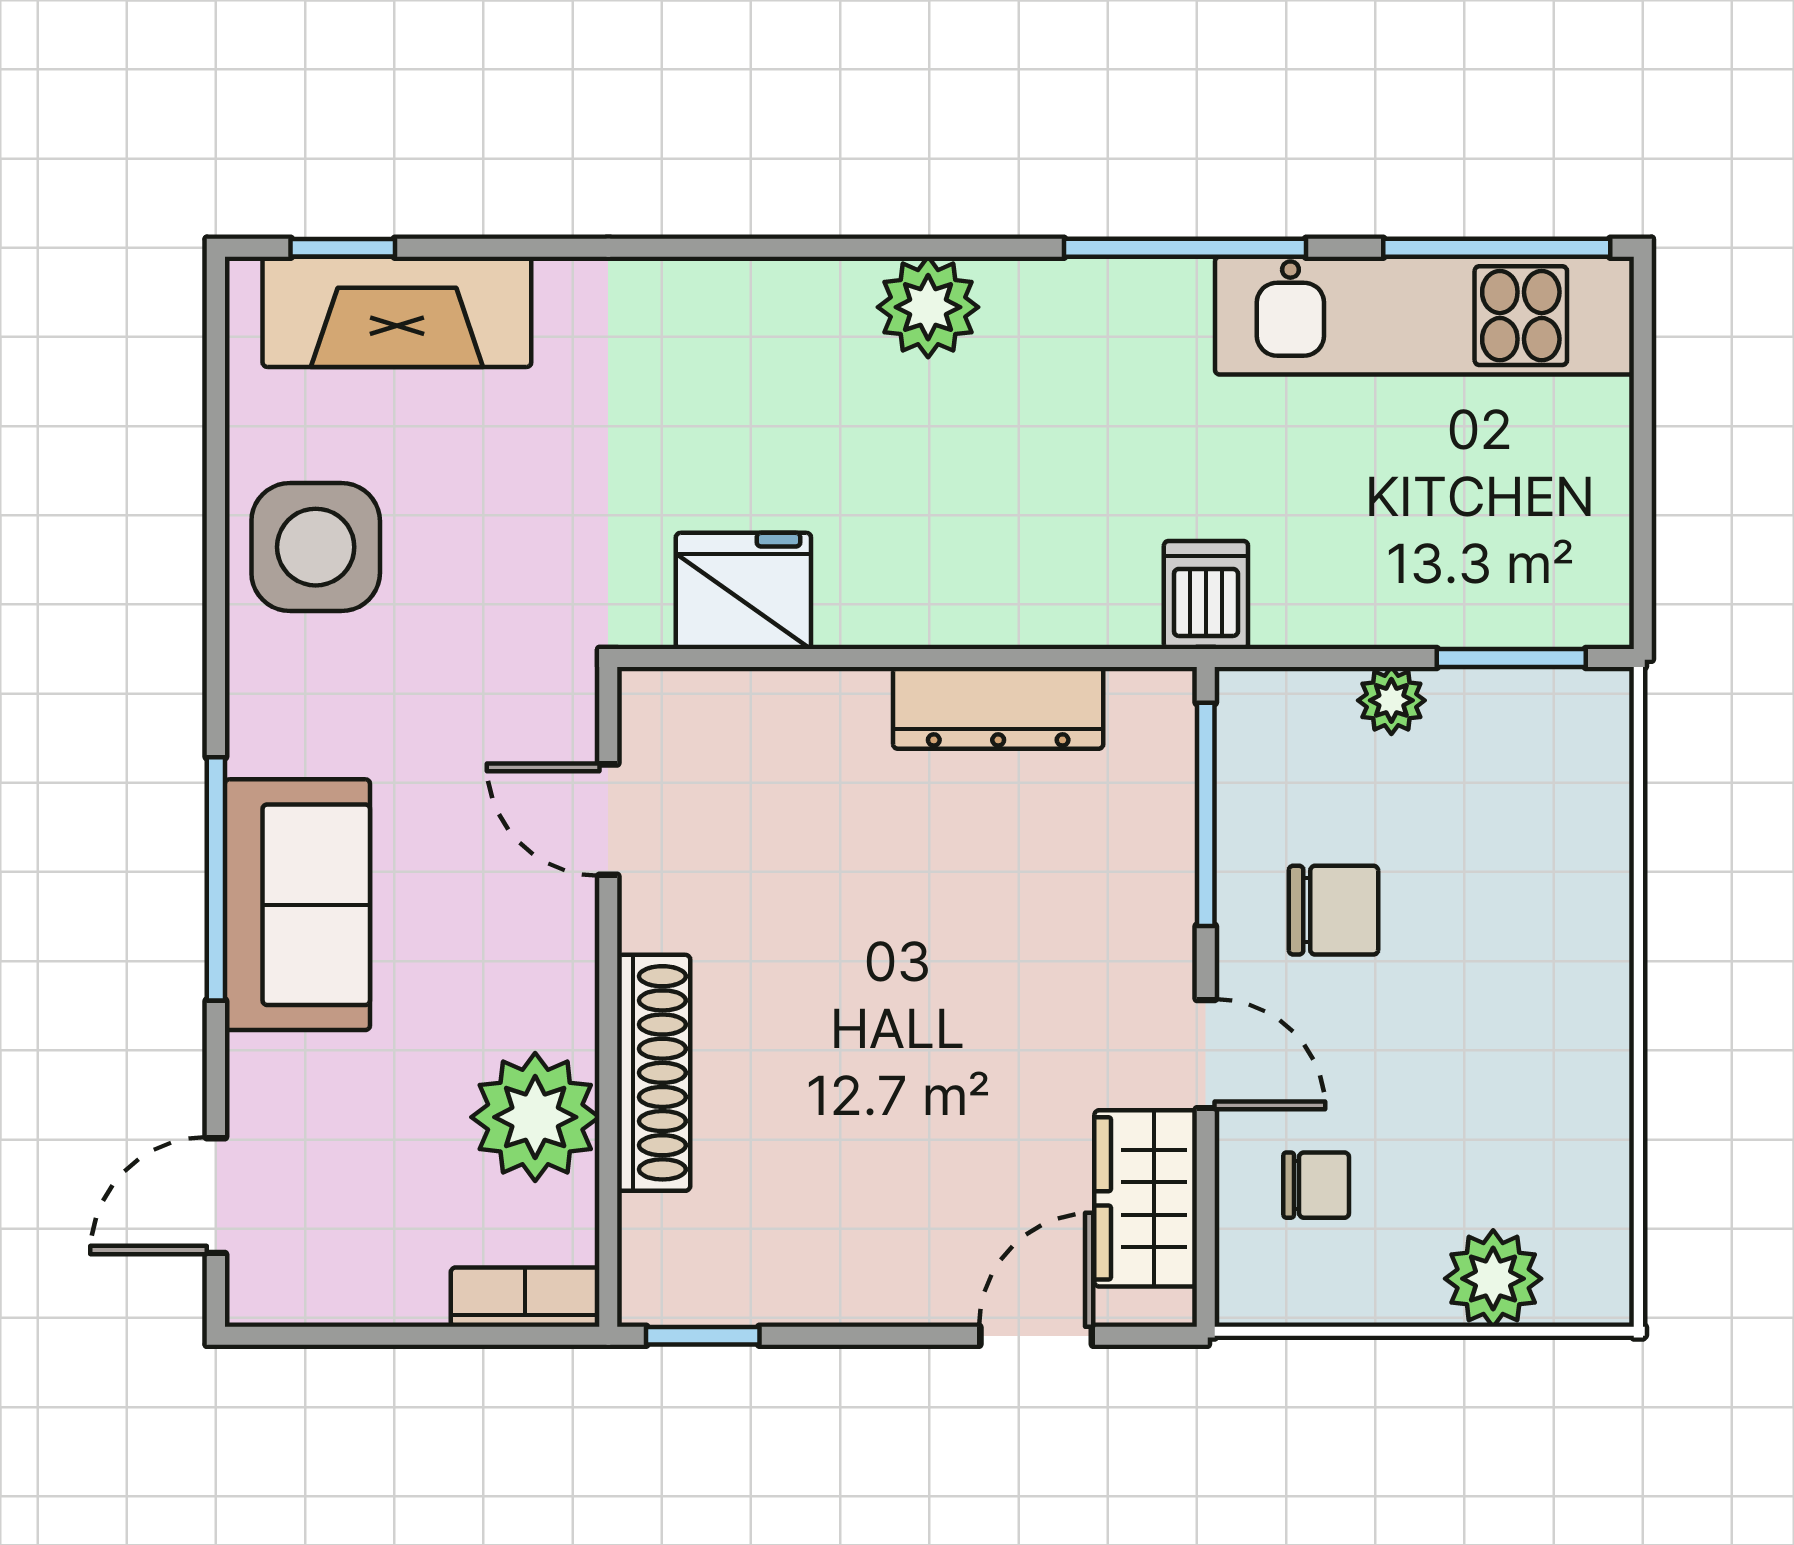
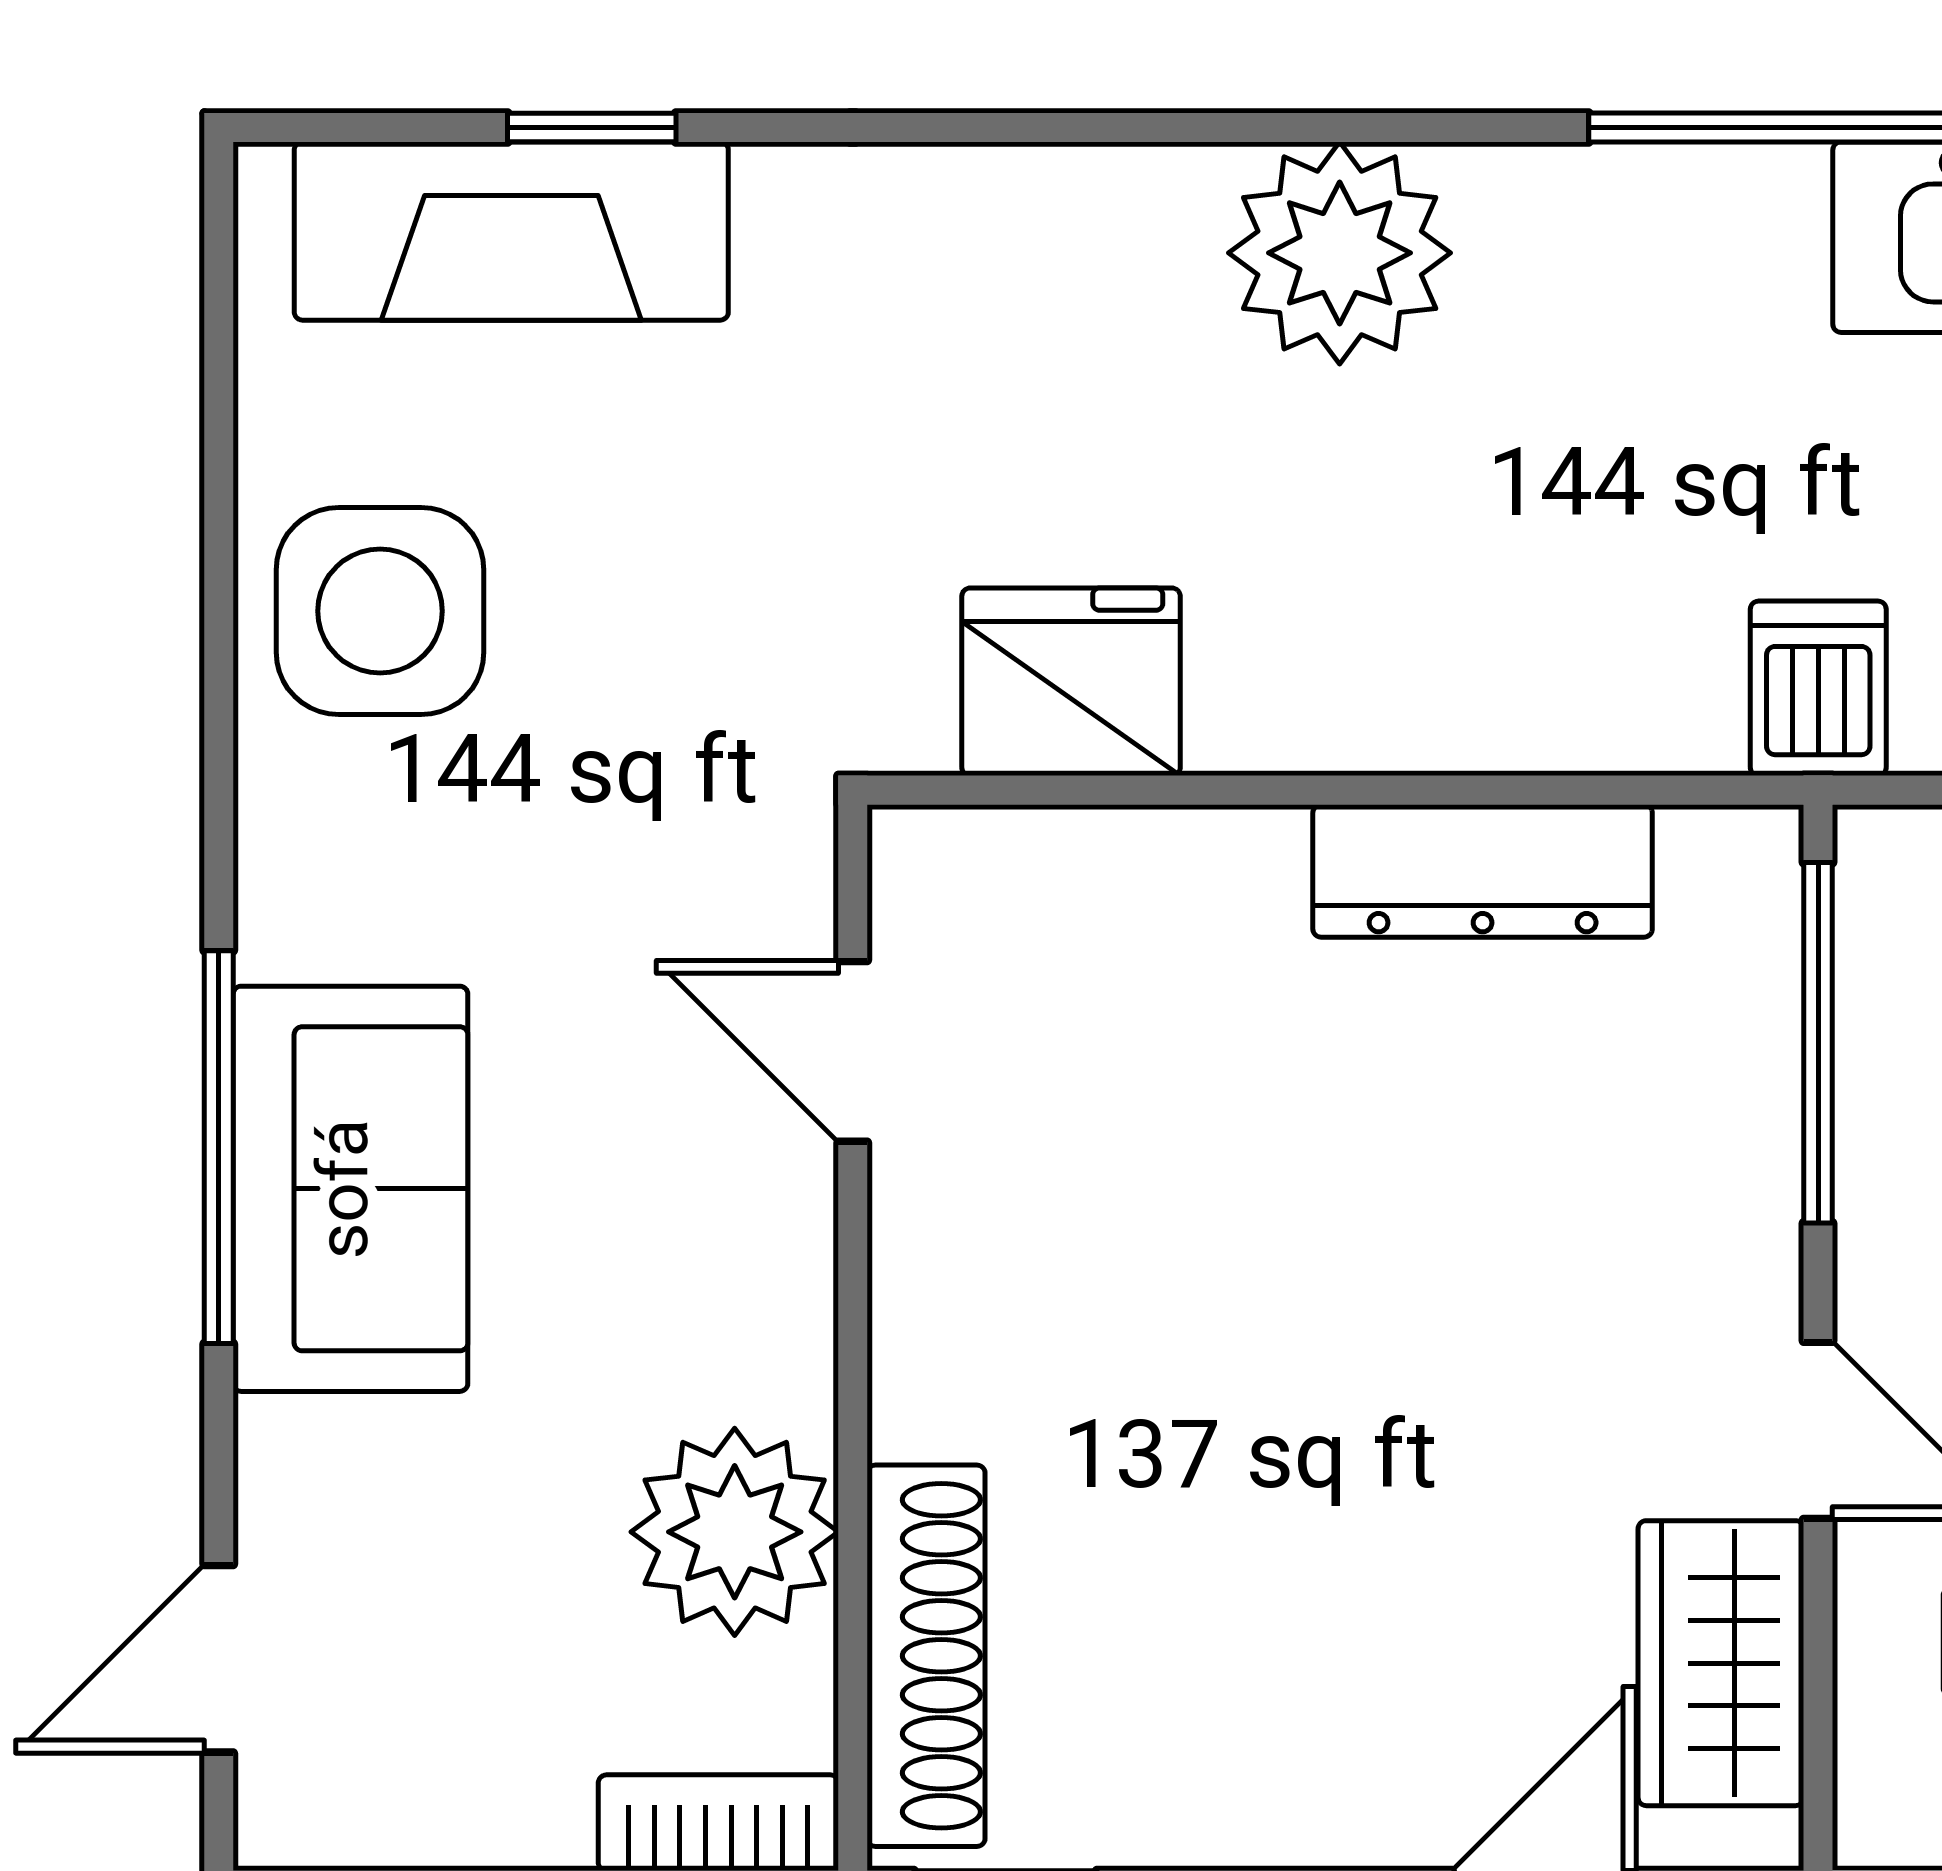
window: (343, 248) -> (592, 127), moved
plant: (928, 307) -> (1340, 253), width x1.36, depth x1.36
shoe rack: (654, 1073) -> (926, 1656), moved

